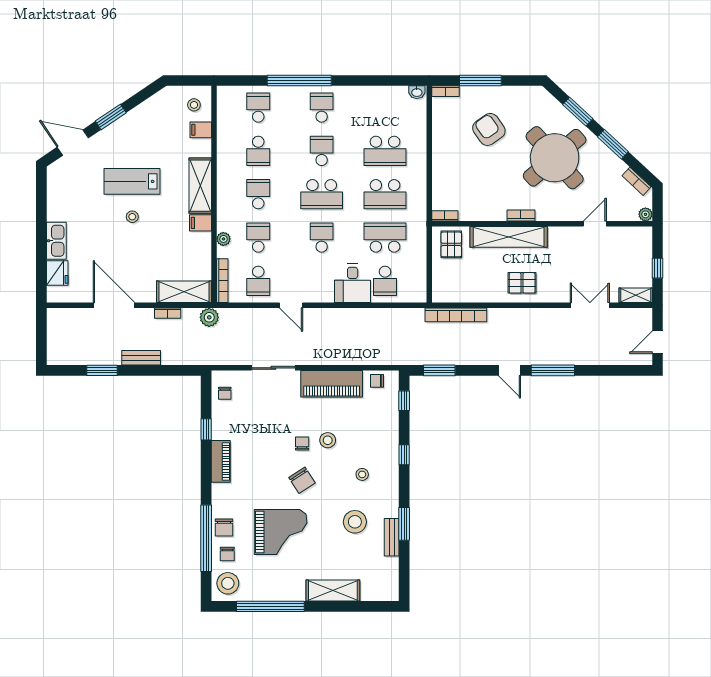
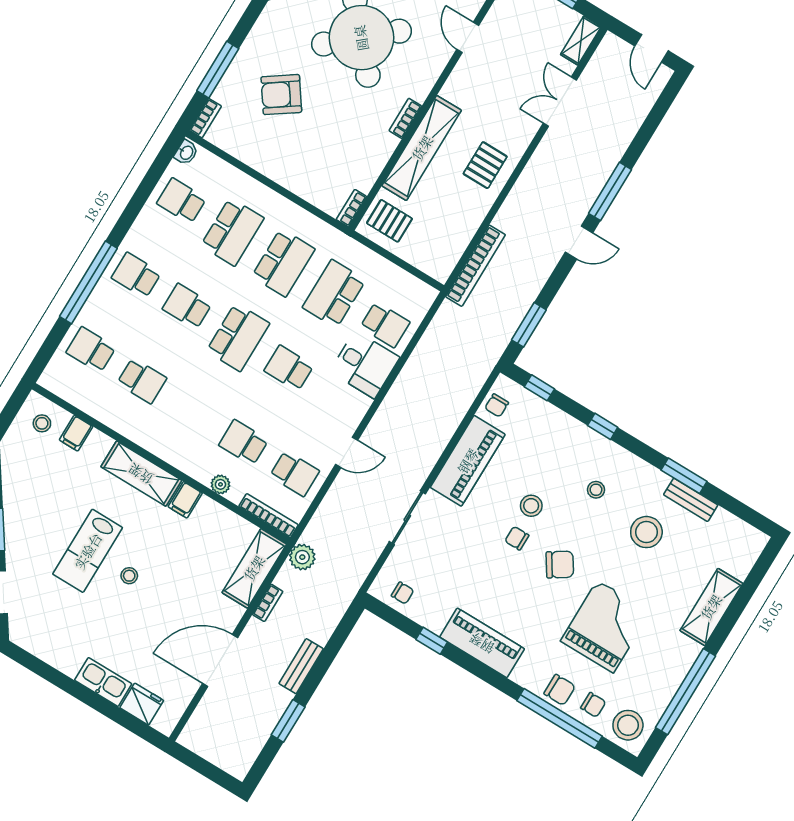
school desk: (258, 194) -> (181, 201), moved
piano: (221, 461) -> (482, 643), width x1.37, depth x1.33

